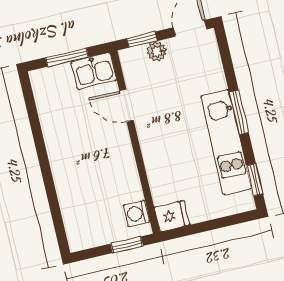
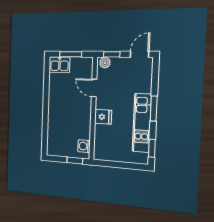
plant: (157, 51) -> (105, 63), moved
kitchen sink: (94, 71) -> (59, 65), moved
fridge: (172, 216) -> (103, 117), moved

